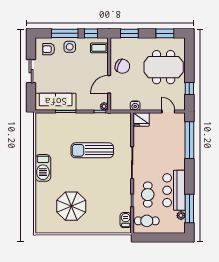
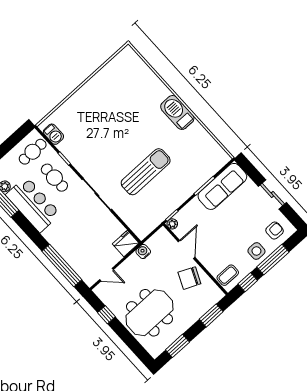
parasol: (71, 206) -> (117, 101), removed

